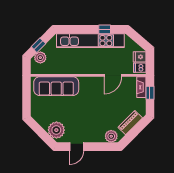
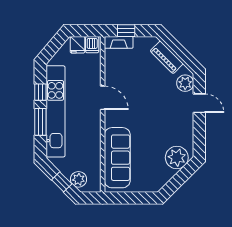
window: (83, 29) -> (40, 122), added
door: (113, 75) -> (103, 98), moved
door: (77, 147) -> (199, 103), moved

